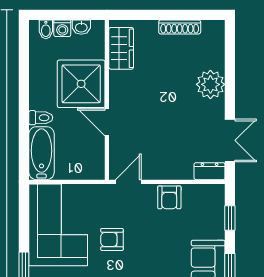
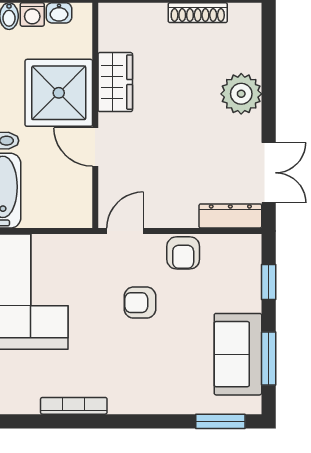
wardrobe: (121, 48) -> (115, 82), moved
dresser: (210, 171) -> (230, 216), width x1.44
armchair: (112, 239) -> (140, 303), moved

